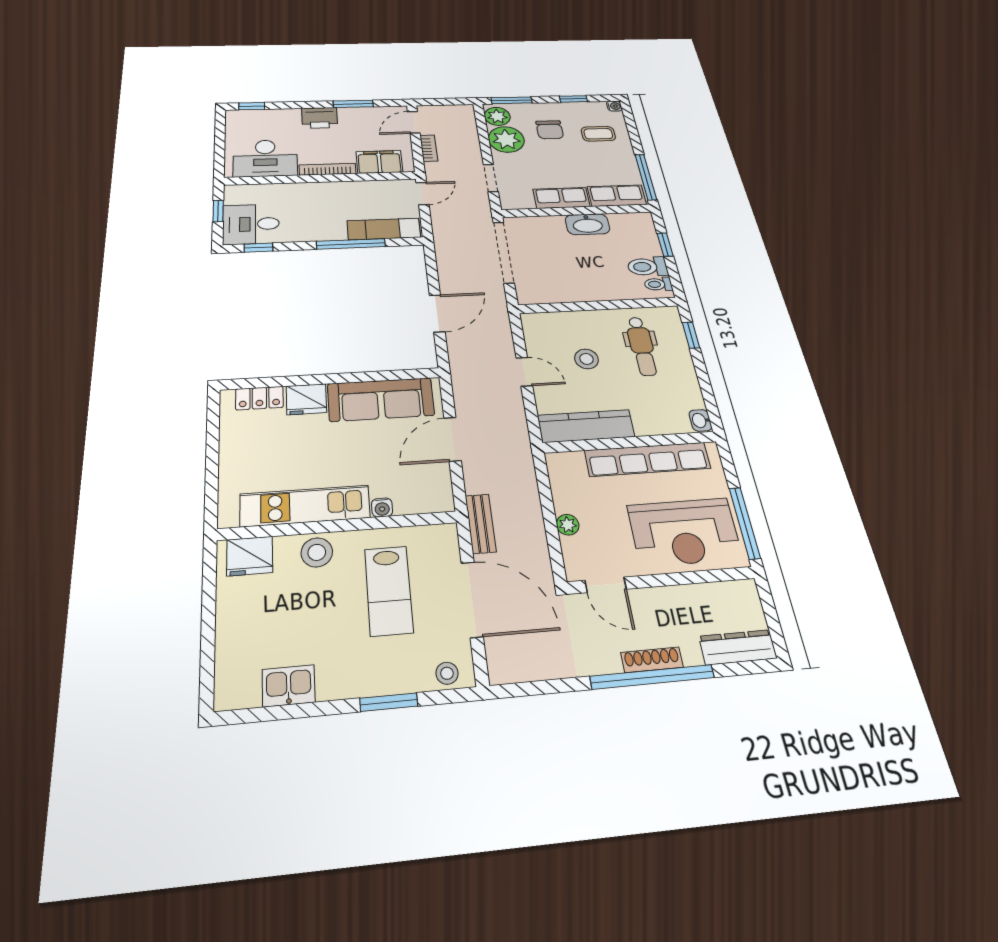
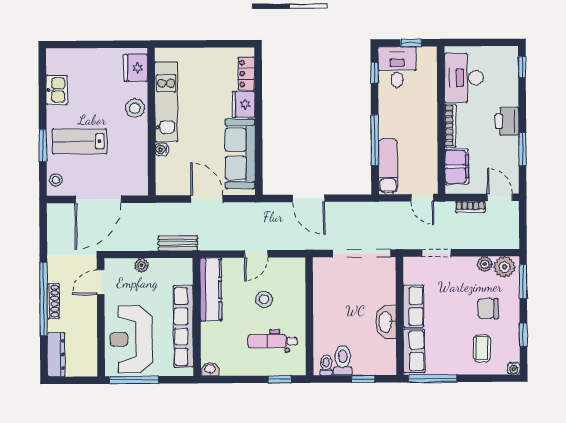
plant: (506, 139) -> (485, 264), width x0.53, depth x0.53
bench: (481, 524) -> (178, 243), moved
lab bench: (389, 590) -> (79, 141), moved

